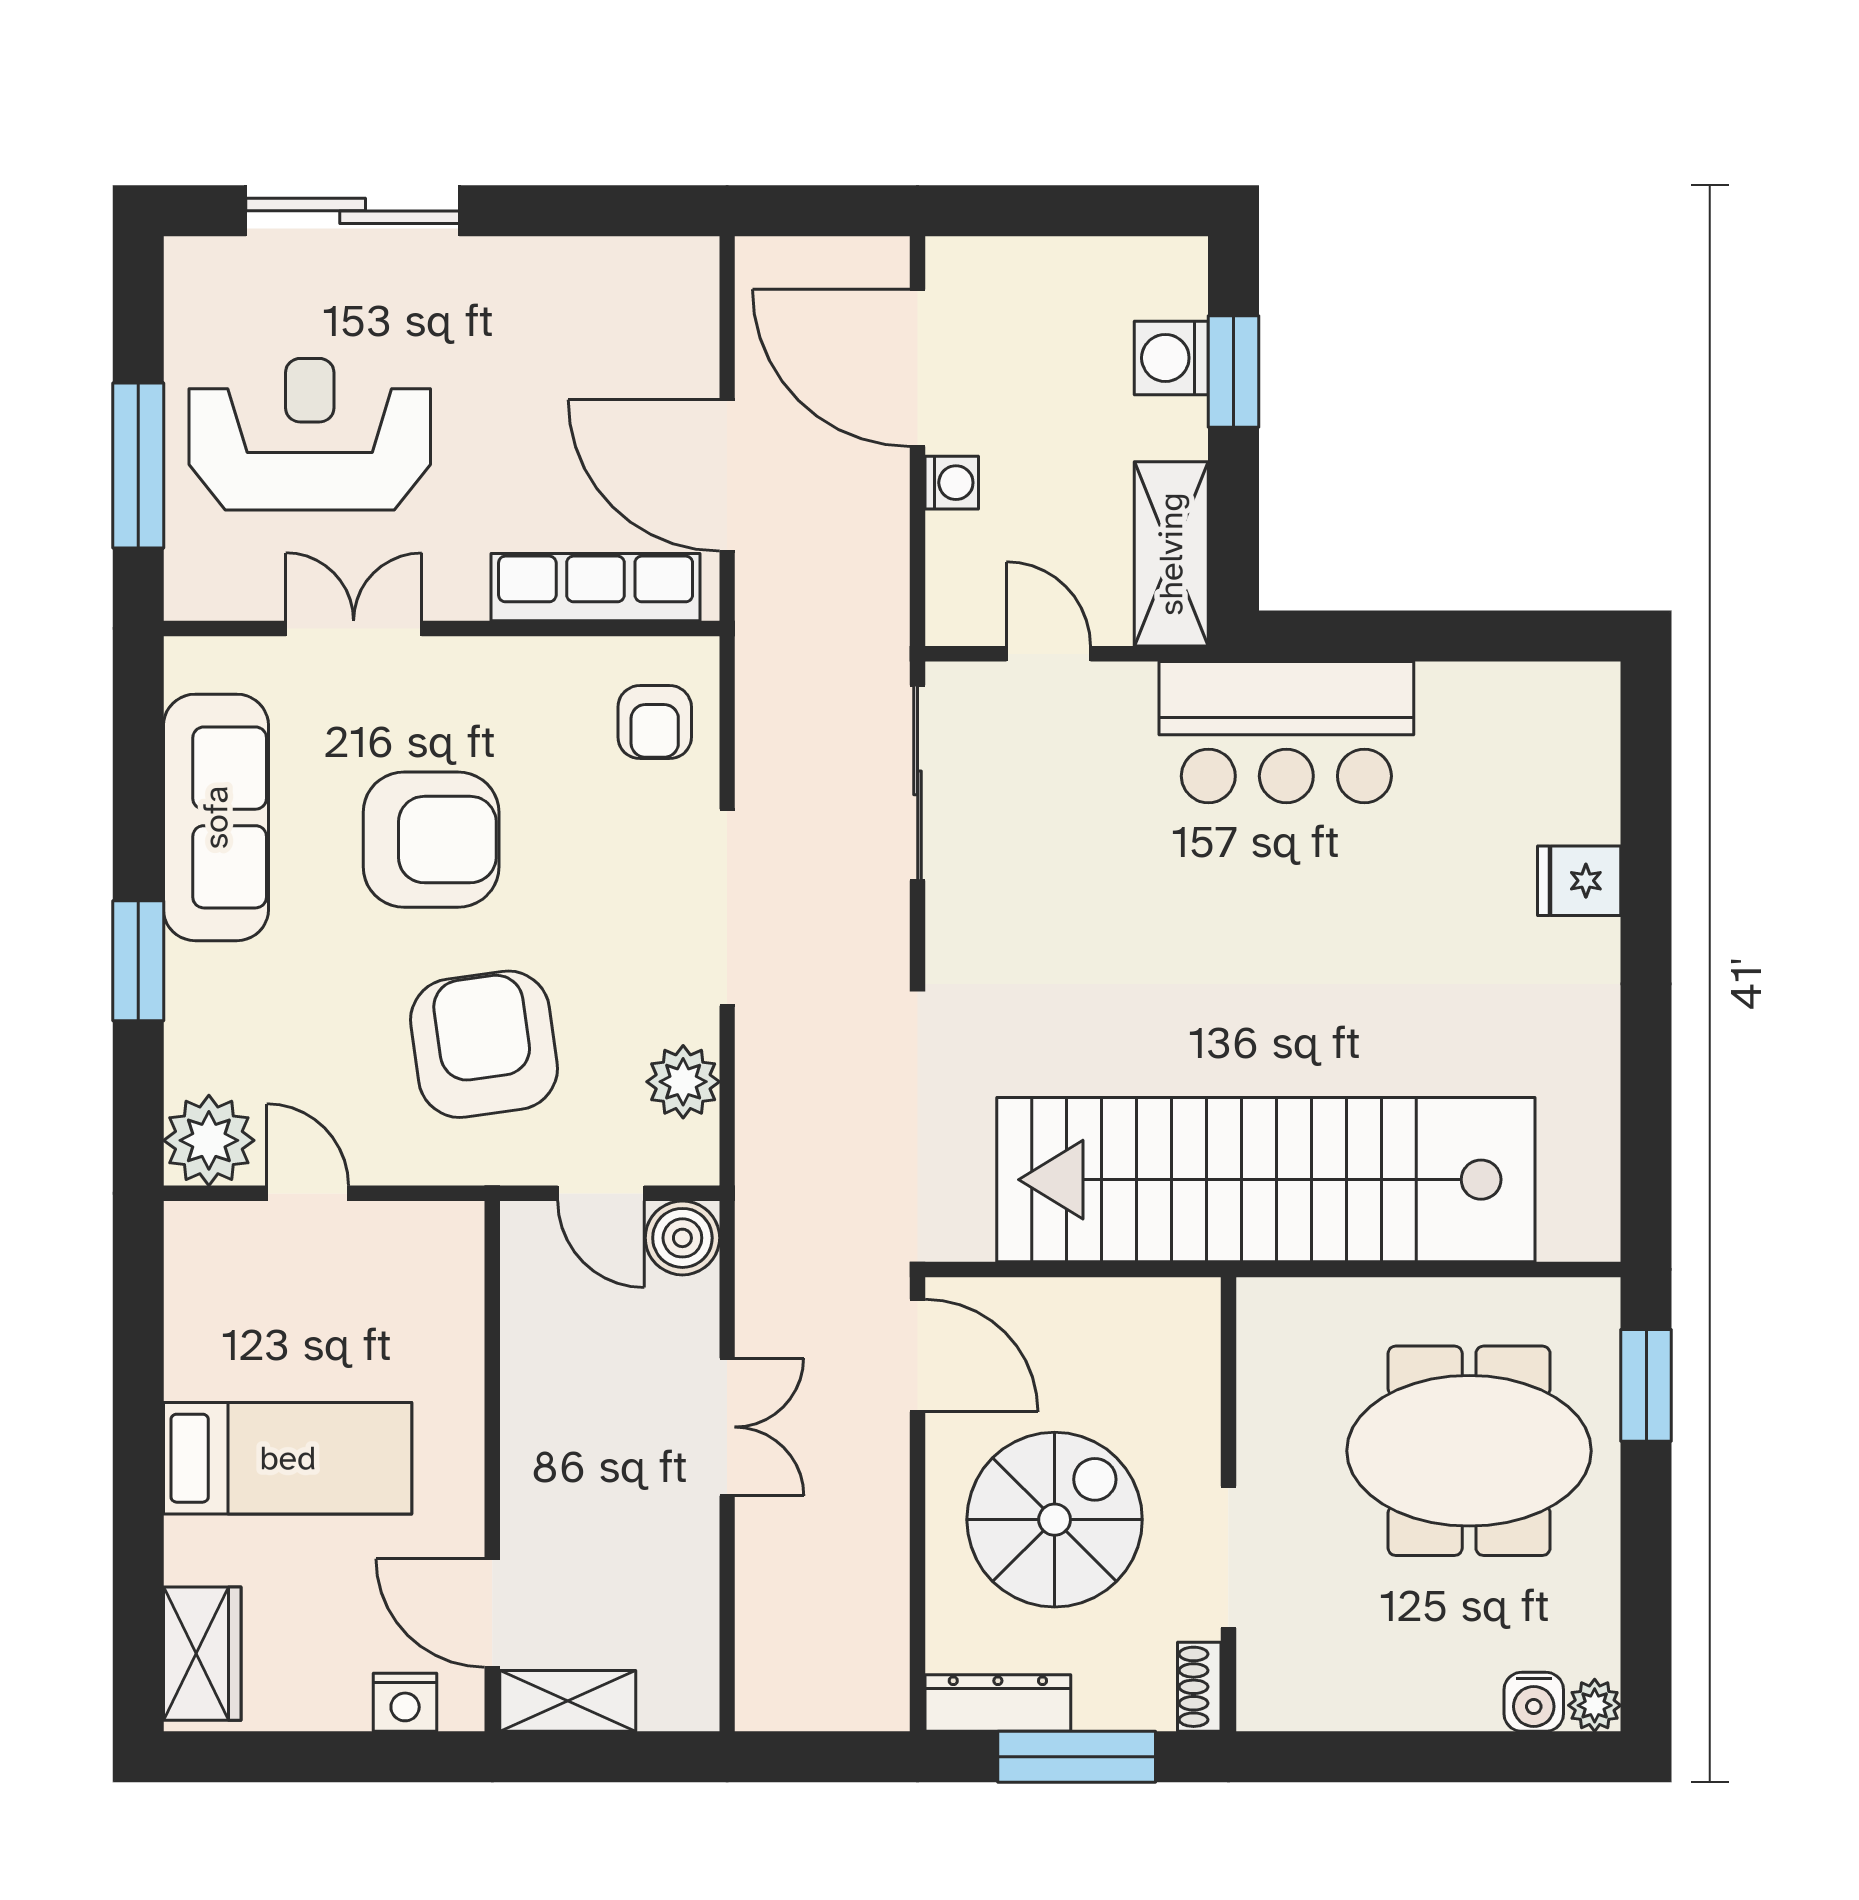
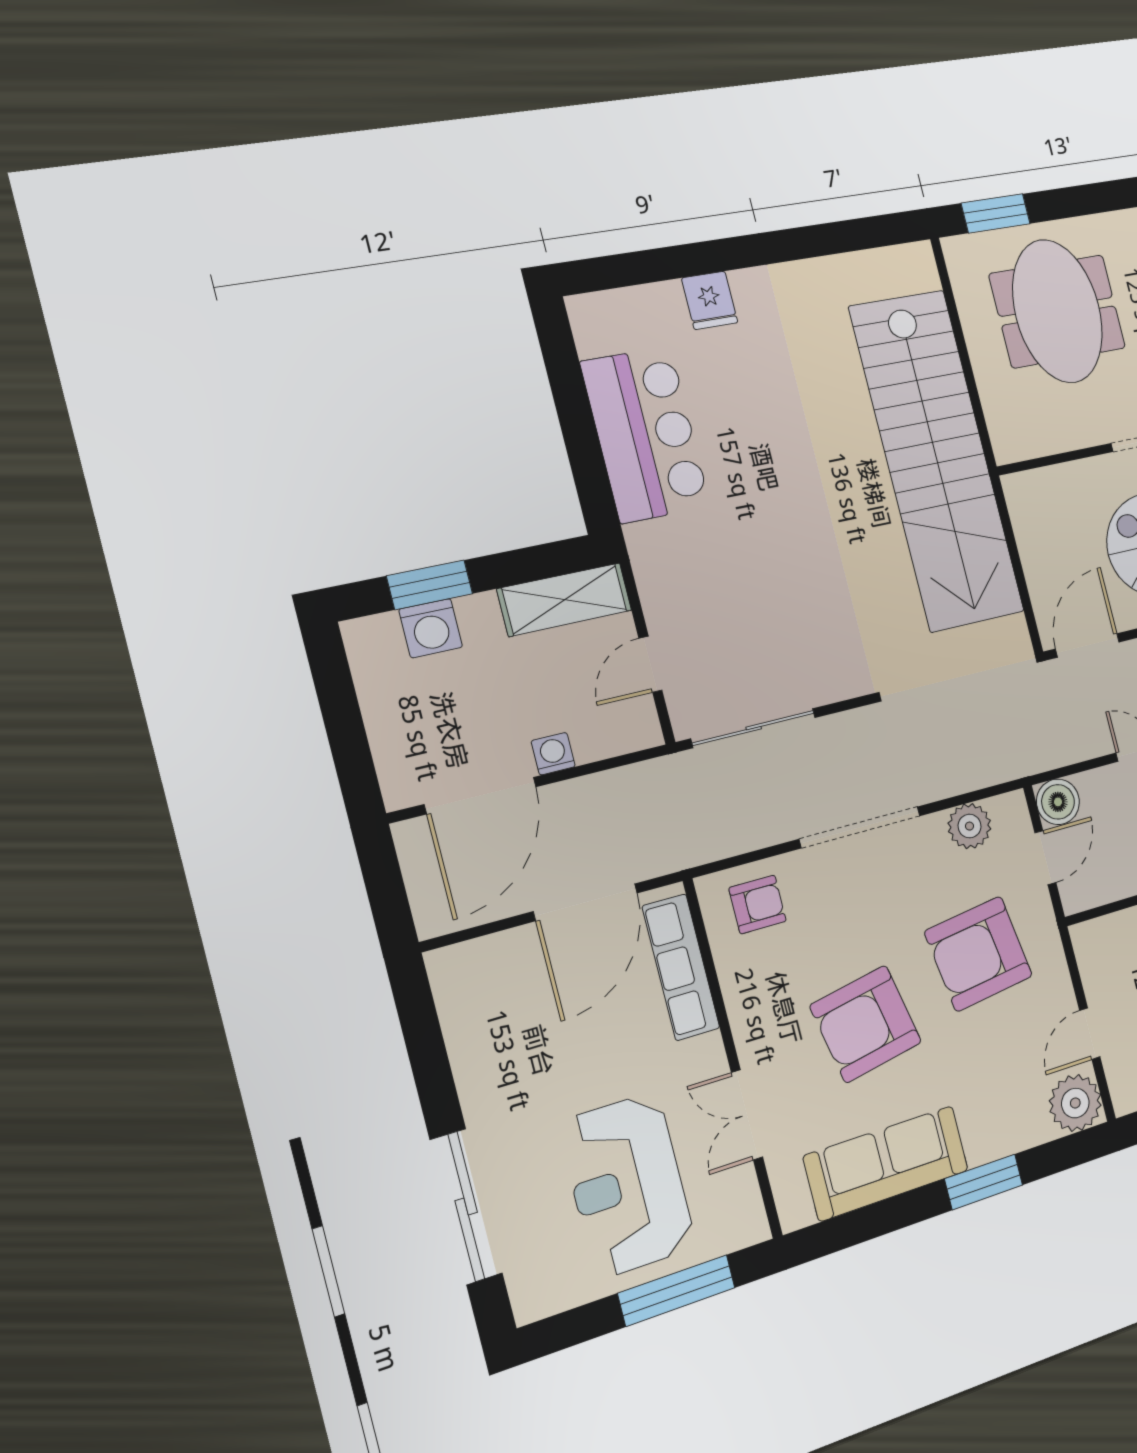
bar counter: (1286, 732) -> (646, 434), moved
armchair: (431, 840) -> (866, 1024), turned -101

